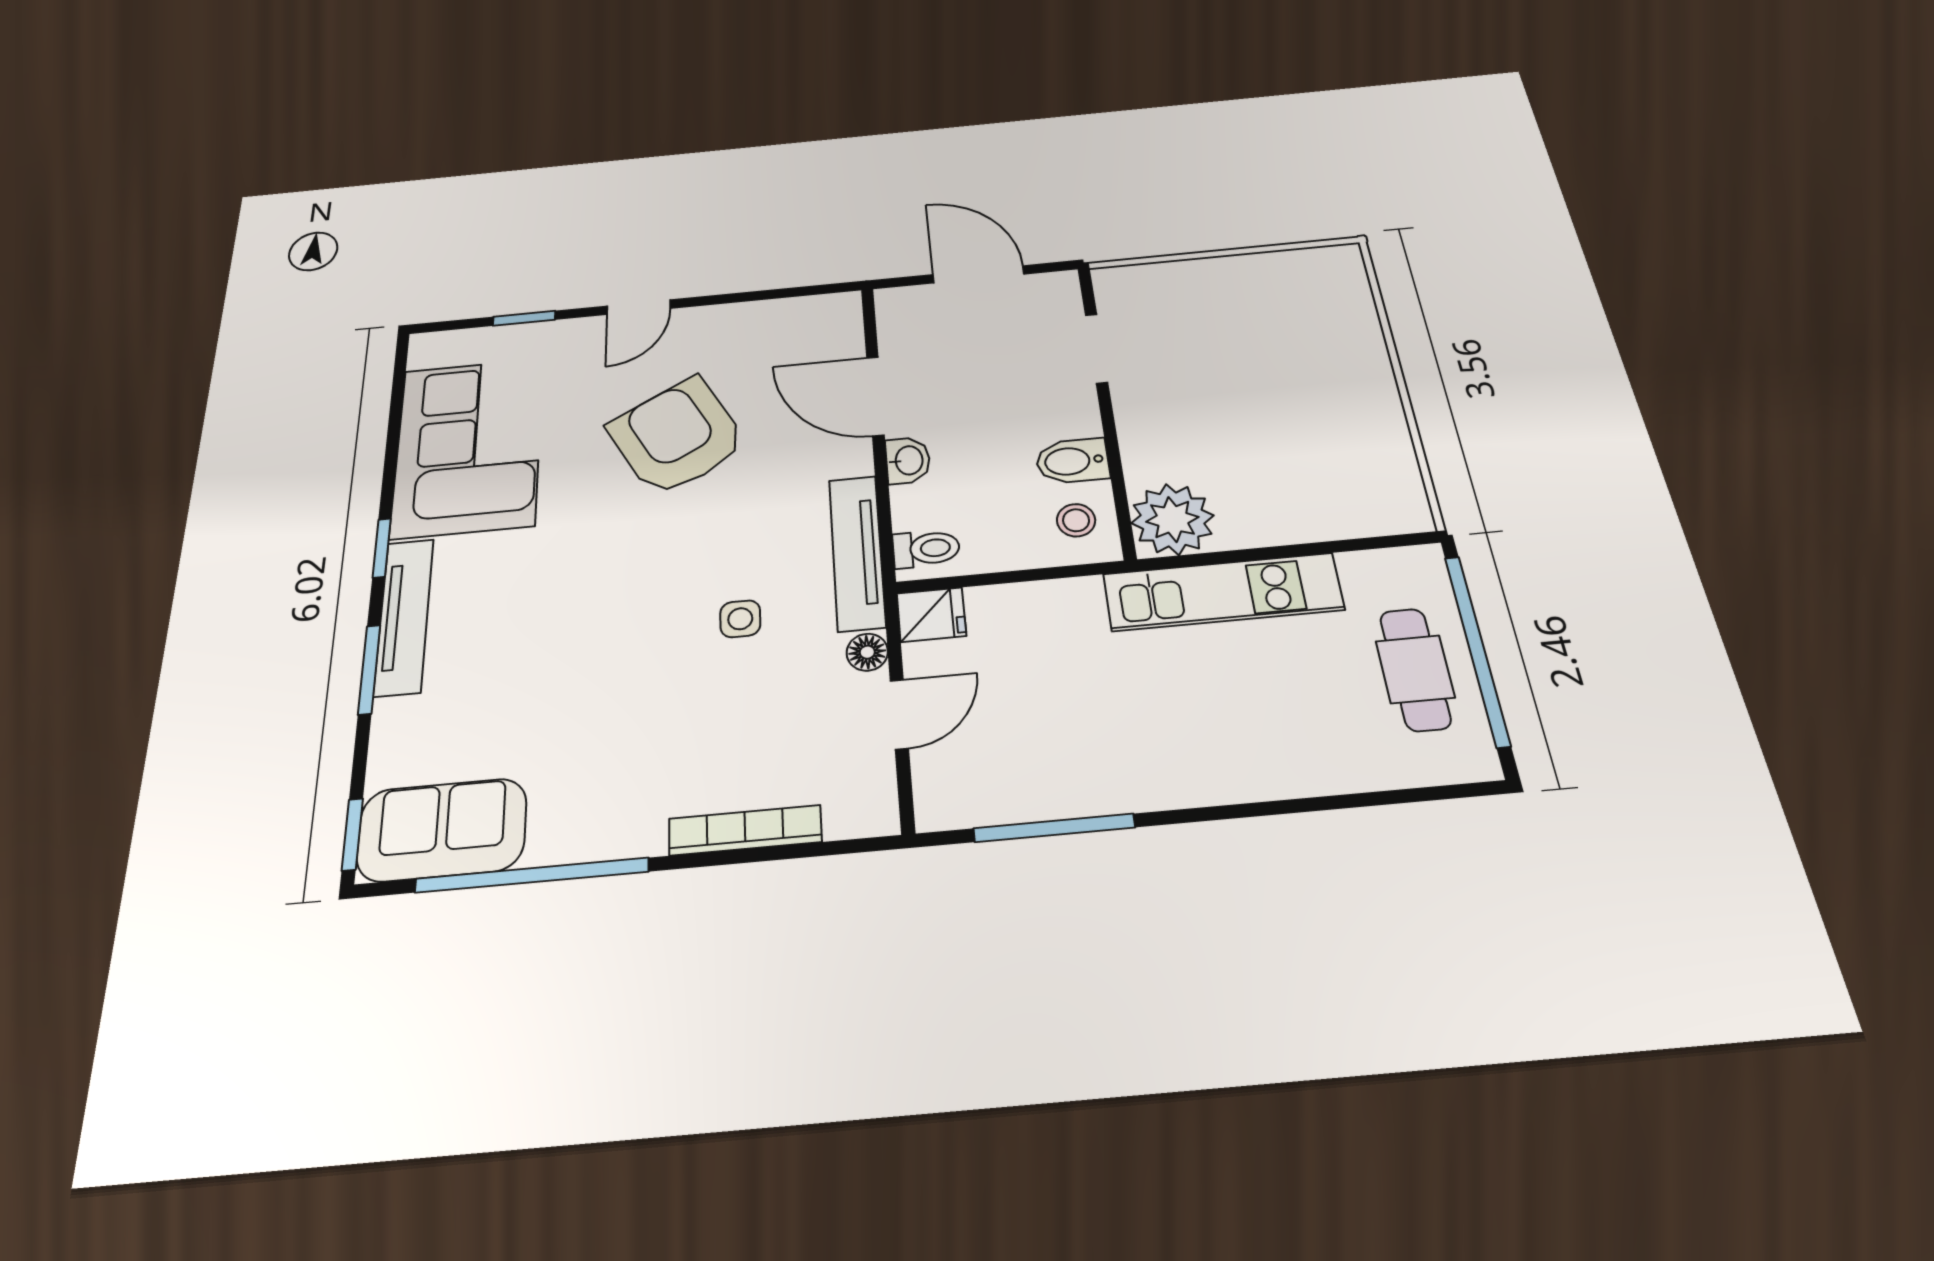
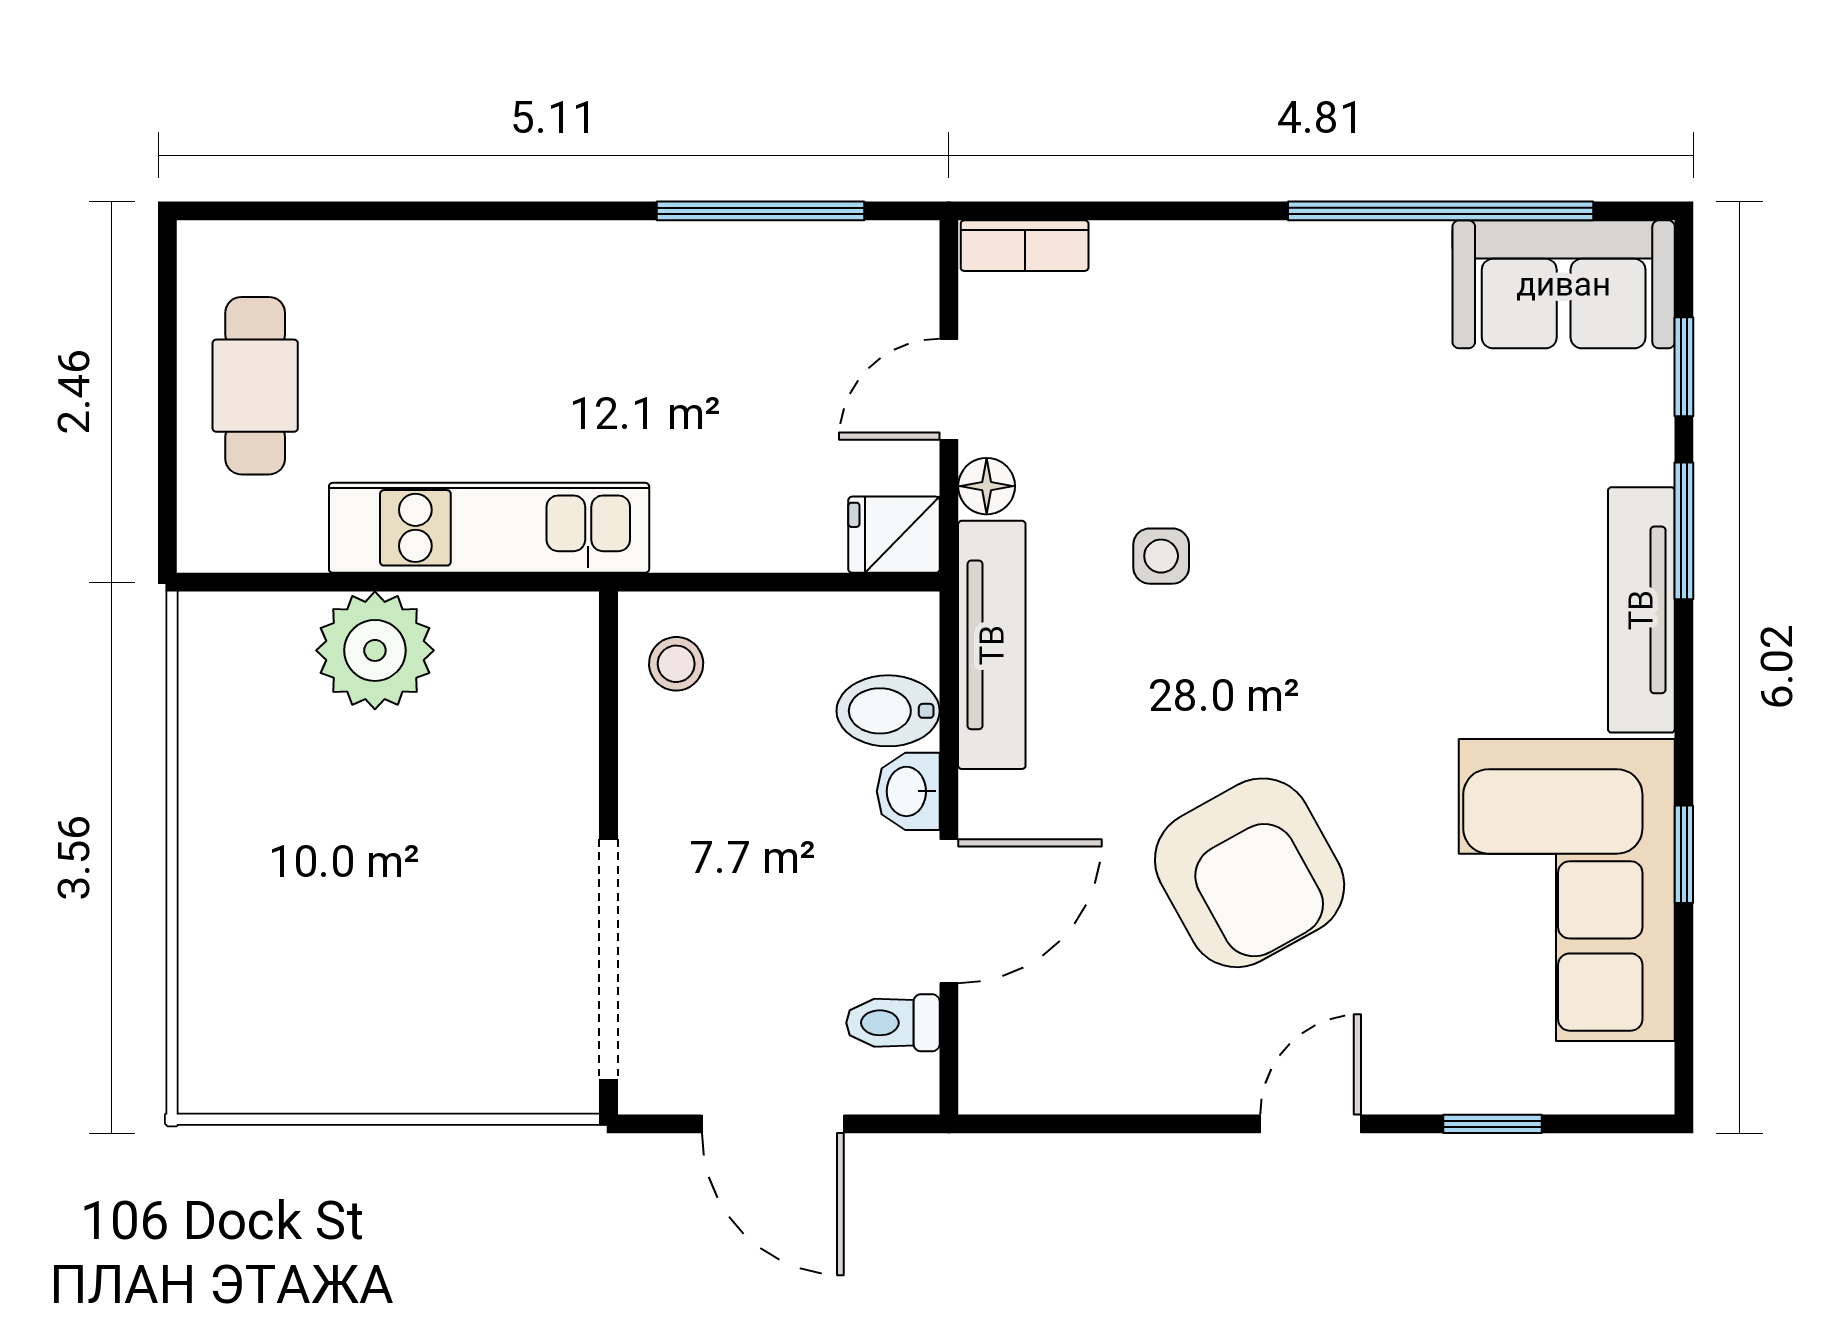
doorway: (1096, 349) -> (608, 960), width x1.88
door: (875, 396) -> (949, 911), hinge flipped
bidet: (1072, 461) -> (888, 711), moved, turned 180
plant: (1172, 519) -> (375, 650), moved
window: (382, 548) -> (1684, 854), moved
toilet: (926, 549) -> (893, 1023), moved
window: (1477, 650) -> (167, 406), removed
bookcase: (745, 830) -> (1025, 246), moved, width x0.64
window: (352, 834) -> (1684, 367), moved

